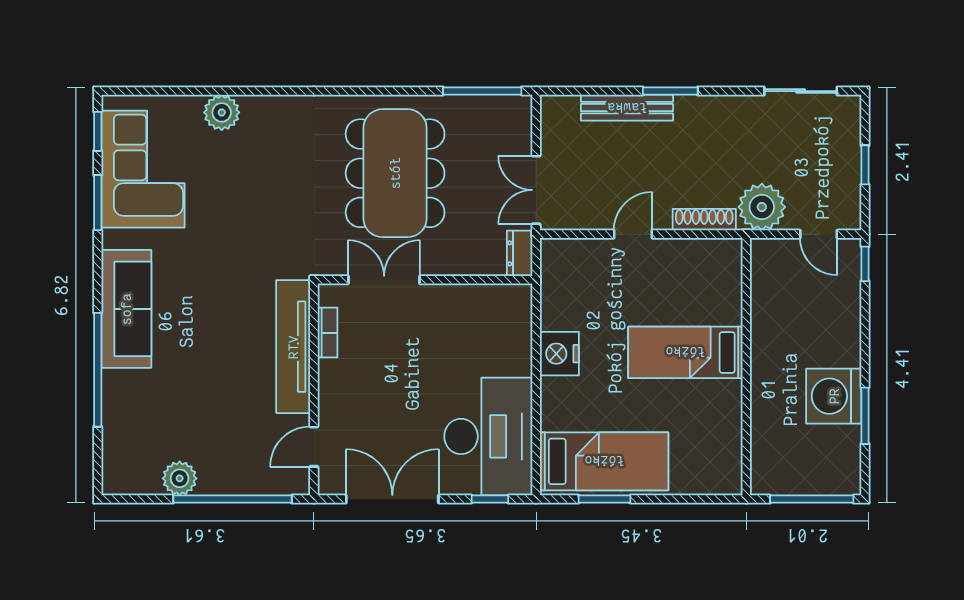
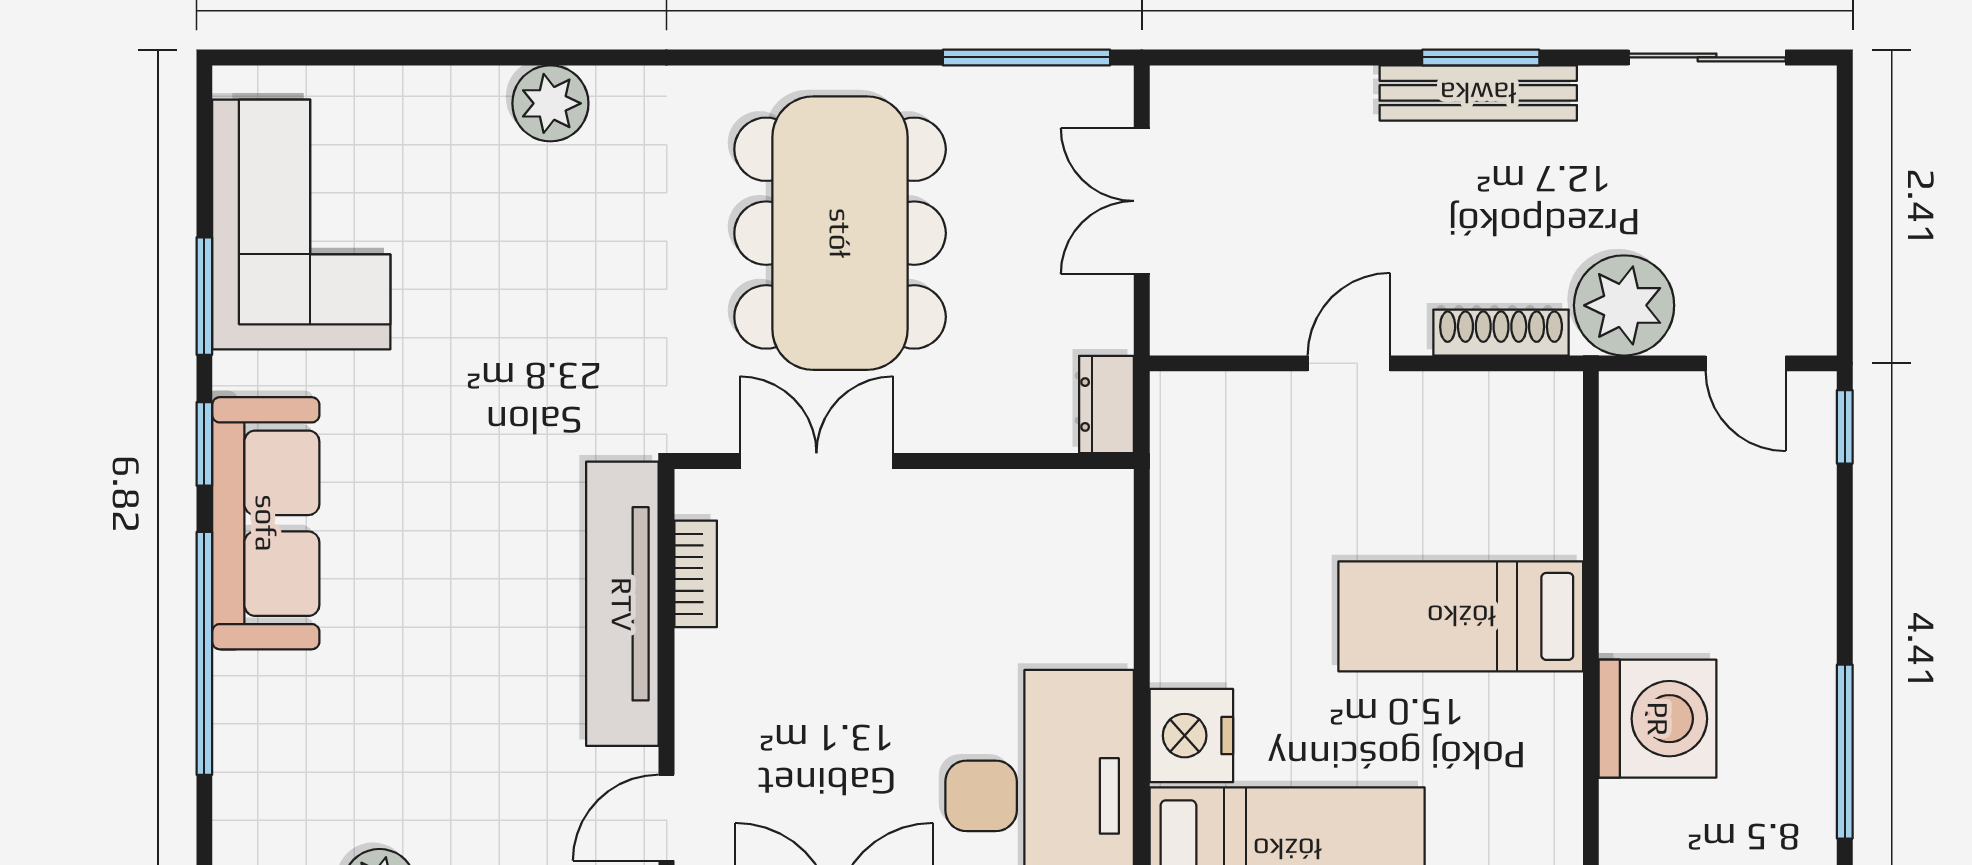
window: (670, 91) -> (1481, 57), moved
bench: (627, 108) -> (1478, 93), moved
plant: (222, 112) -> (550, 103), moved
window: (98, 131) -> (204, 444), moved
window: (865, 165) -> (1845, 216), removed
double door: (536, 190) -> (1142, 201), moved
nightstand: (559, 354) -> (1191, 736), moved
washing machine: (834, 396) -> (1658, 719), moved, turned 180
window: (865, 416) -> (1845, 752), width x1.44

